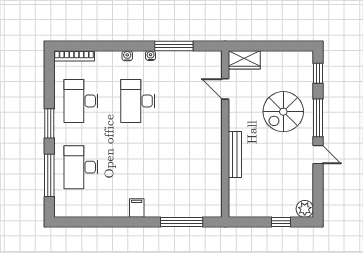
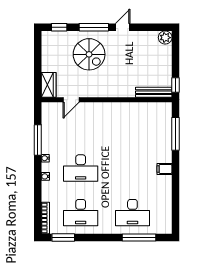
window: (49, 123) -> (63, 238), moved
bench: (235, 154) -> (154, 92), moved
window: (281, 222) -> (175, 85), moved

